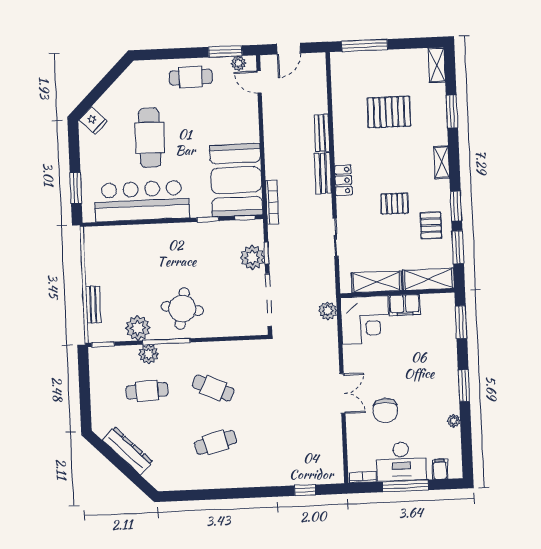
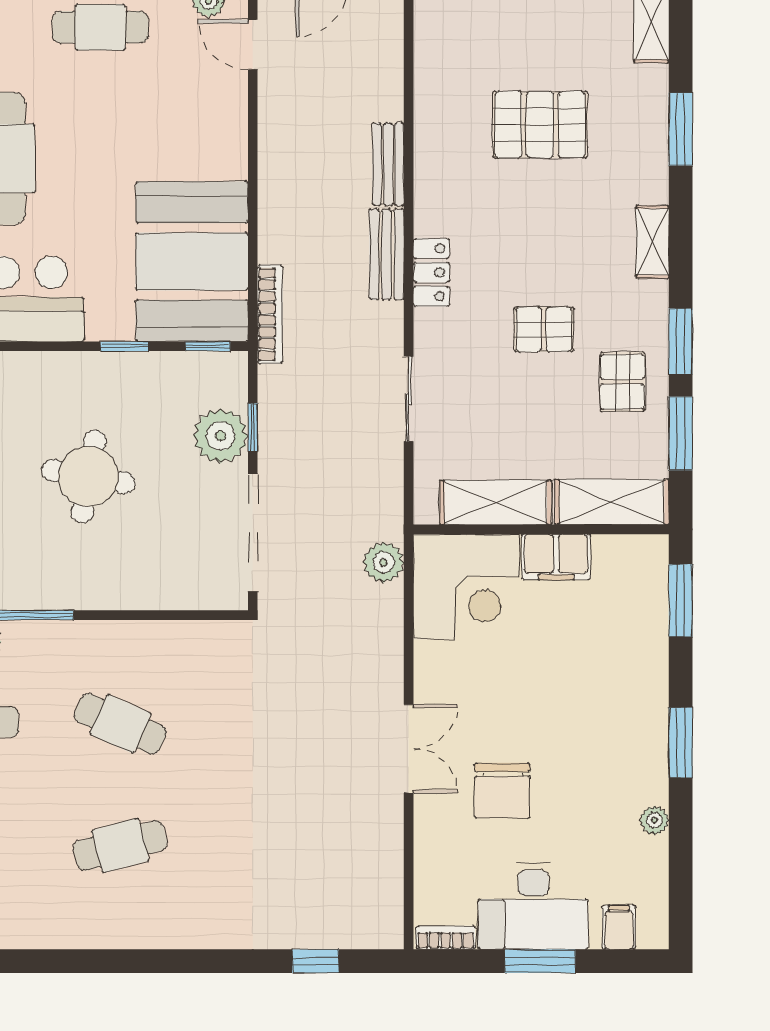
round table: (182, 309) -> (89, 477), moved
window: (405, 486) -> (540, 961), width x0.69

